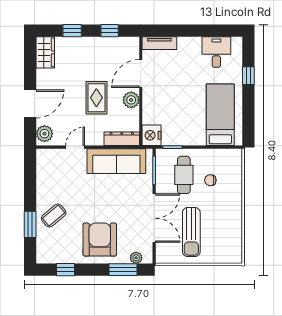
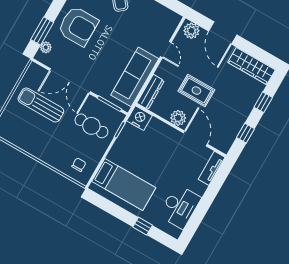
wardrobe: (45, 52) -> (252, 66), width x1.50
desk: (216, 52) -> (180, 207), width x1.37
chair: (210, 180) -> (79, 165), moved

